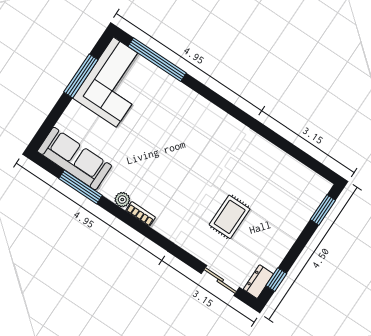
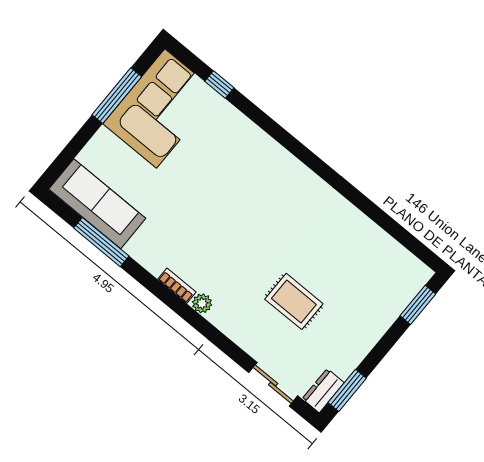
window: (157, 60) -> (219, 84), width x0.32
plant: (122, 200) -> (202, 303), moved
rug: (230, 217) -> (294, 301), turned 90
window: (276, 280) -> (347, 390), width x1.50

